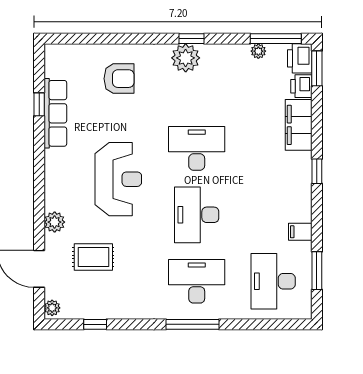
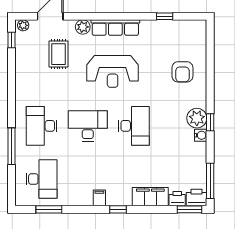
plant: (258, 51) -> (202, 169), removed
water cooler: (210, 52) -> (201, 135), added
row of seats: (55, 113) -> (115, 28), moved
filing cabinet: (300, 232) -> (99, 198), moved
desk: (197, 281) -> (42, 126), turned 180
desk: (273, 281) -> (42, 179), turned 90
window: (95, 324) -> (12, 40), moved
window: (193, 324) -> (12, 146), moved

